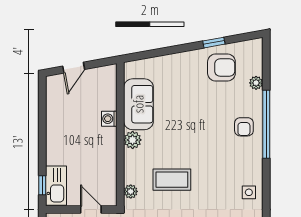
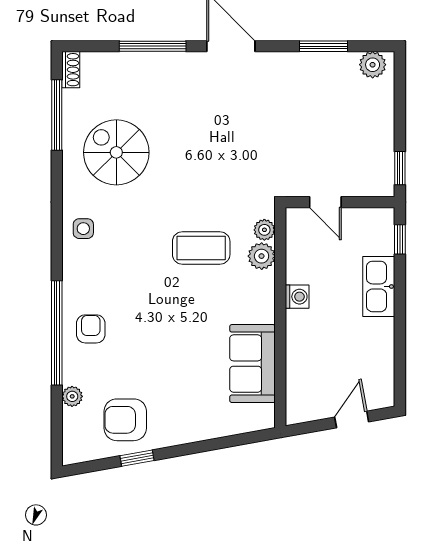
washing machine: (109, 119) -> (297, 297), moved
plant: (133, 140) -> (262, 256), moved
kitchen sink: (56, 186) -> (379, 286), moved

